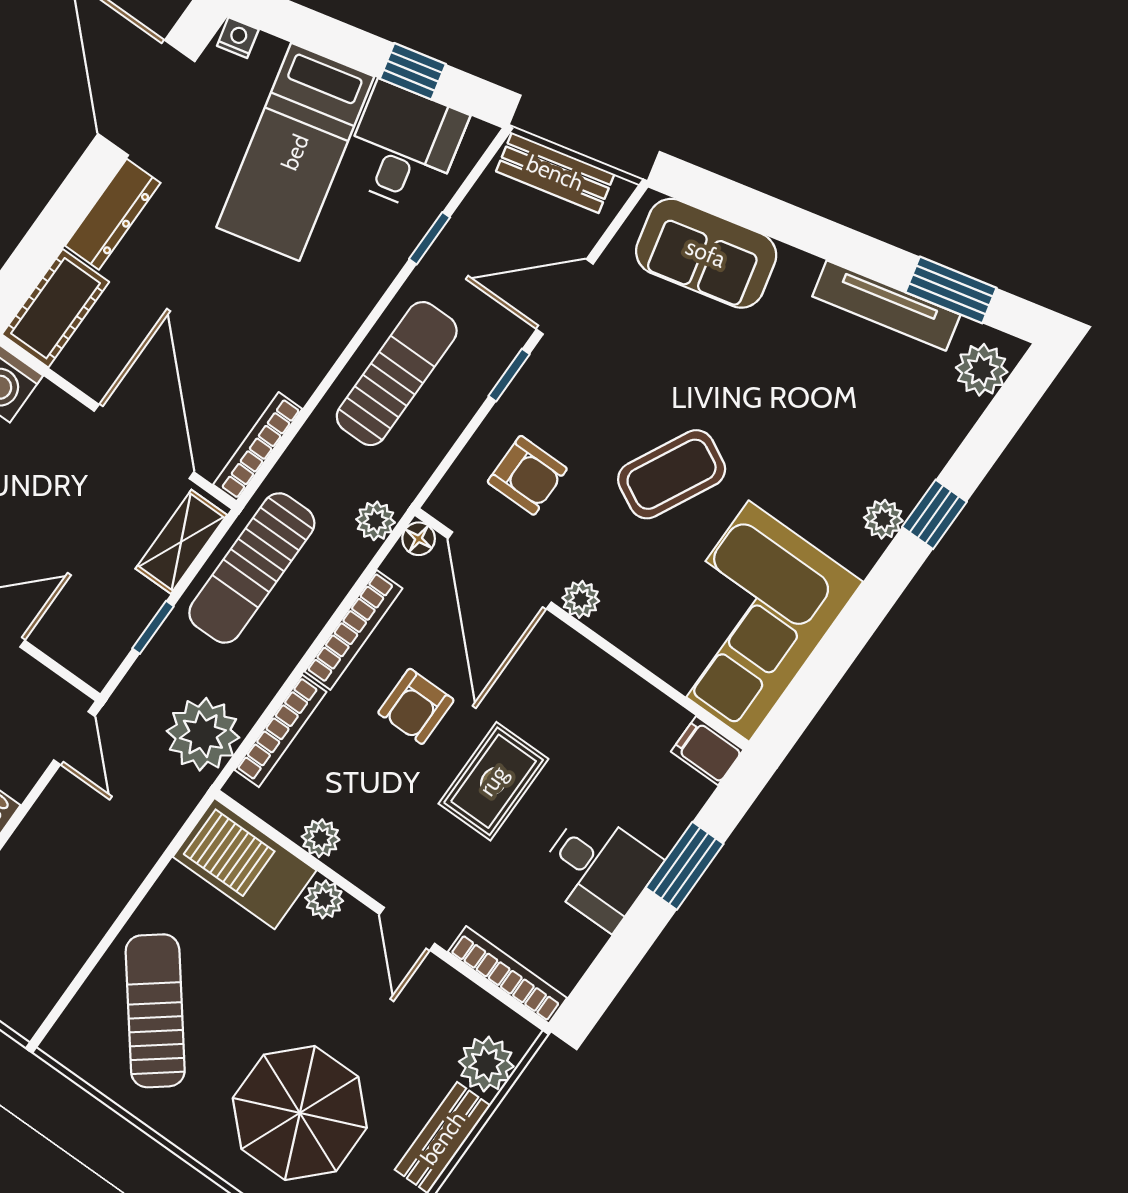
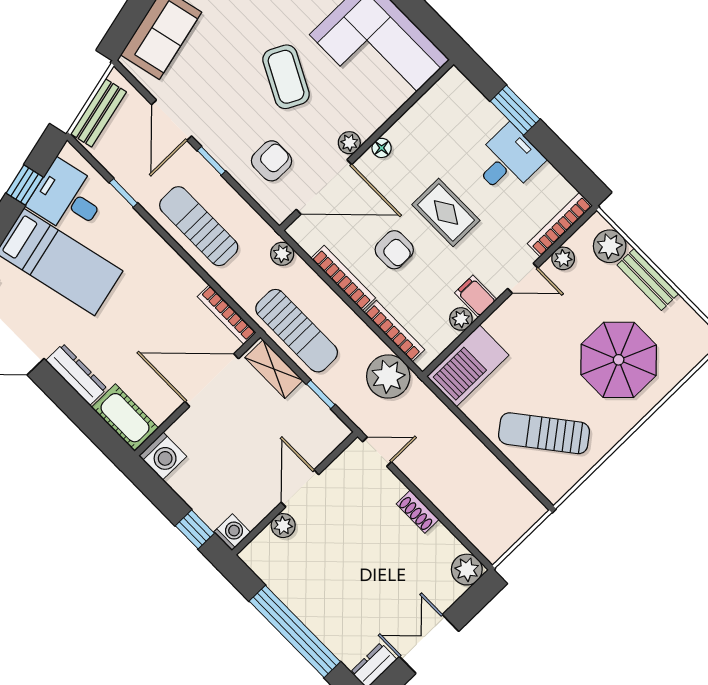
floor lamp: (419, 539) -> (382, 148), moved
filing cabinet: (707, 751) -> (476, 296), moved, turned 90
plant: (324, 899) -> (563, 258), moved

